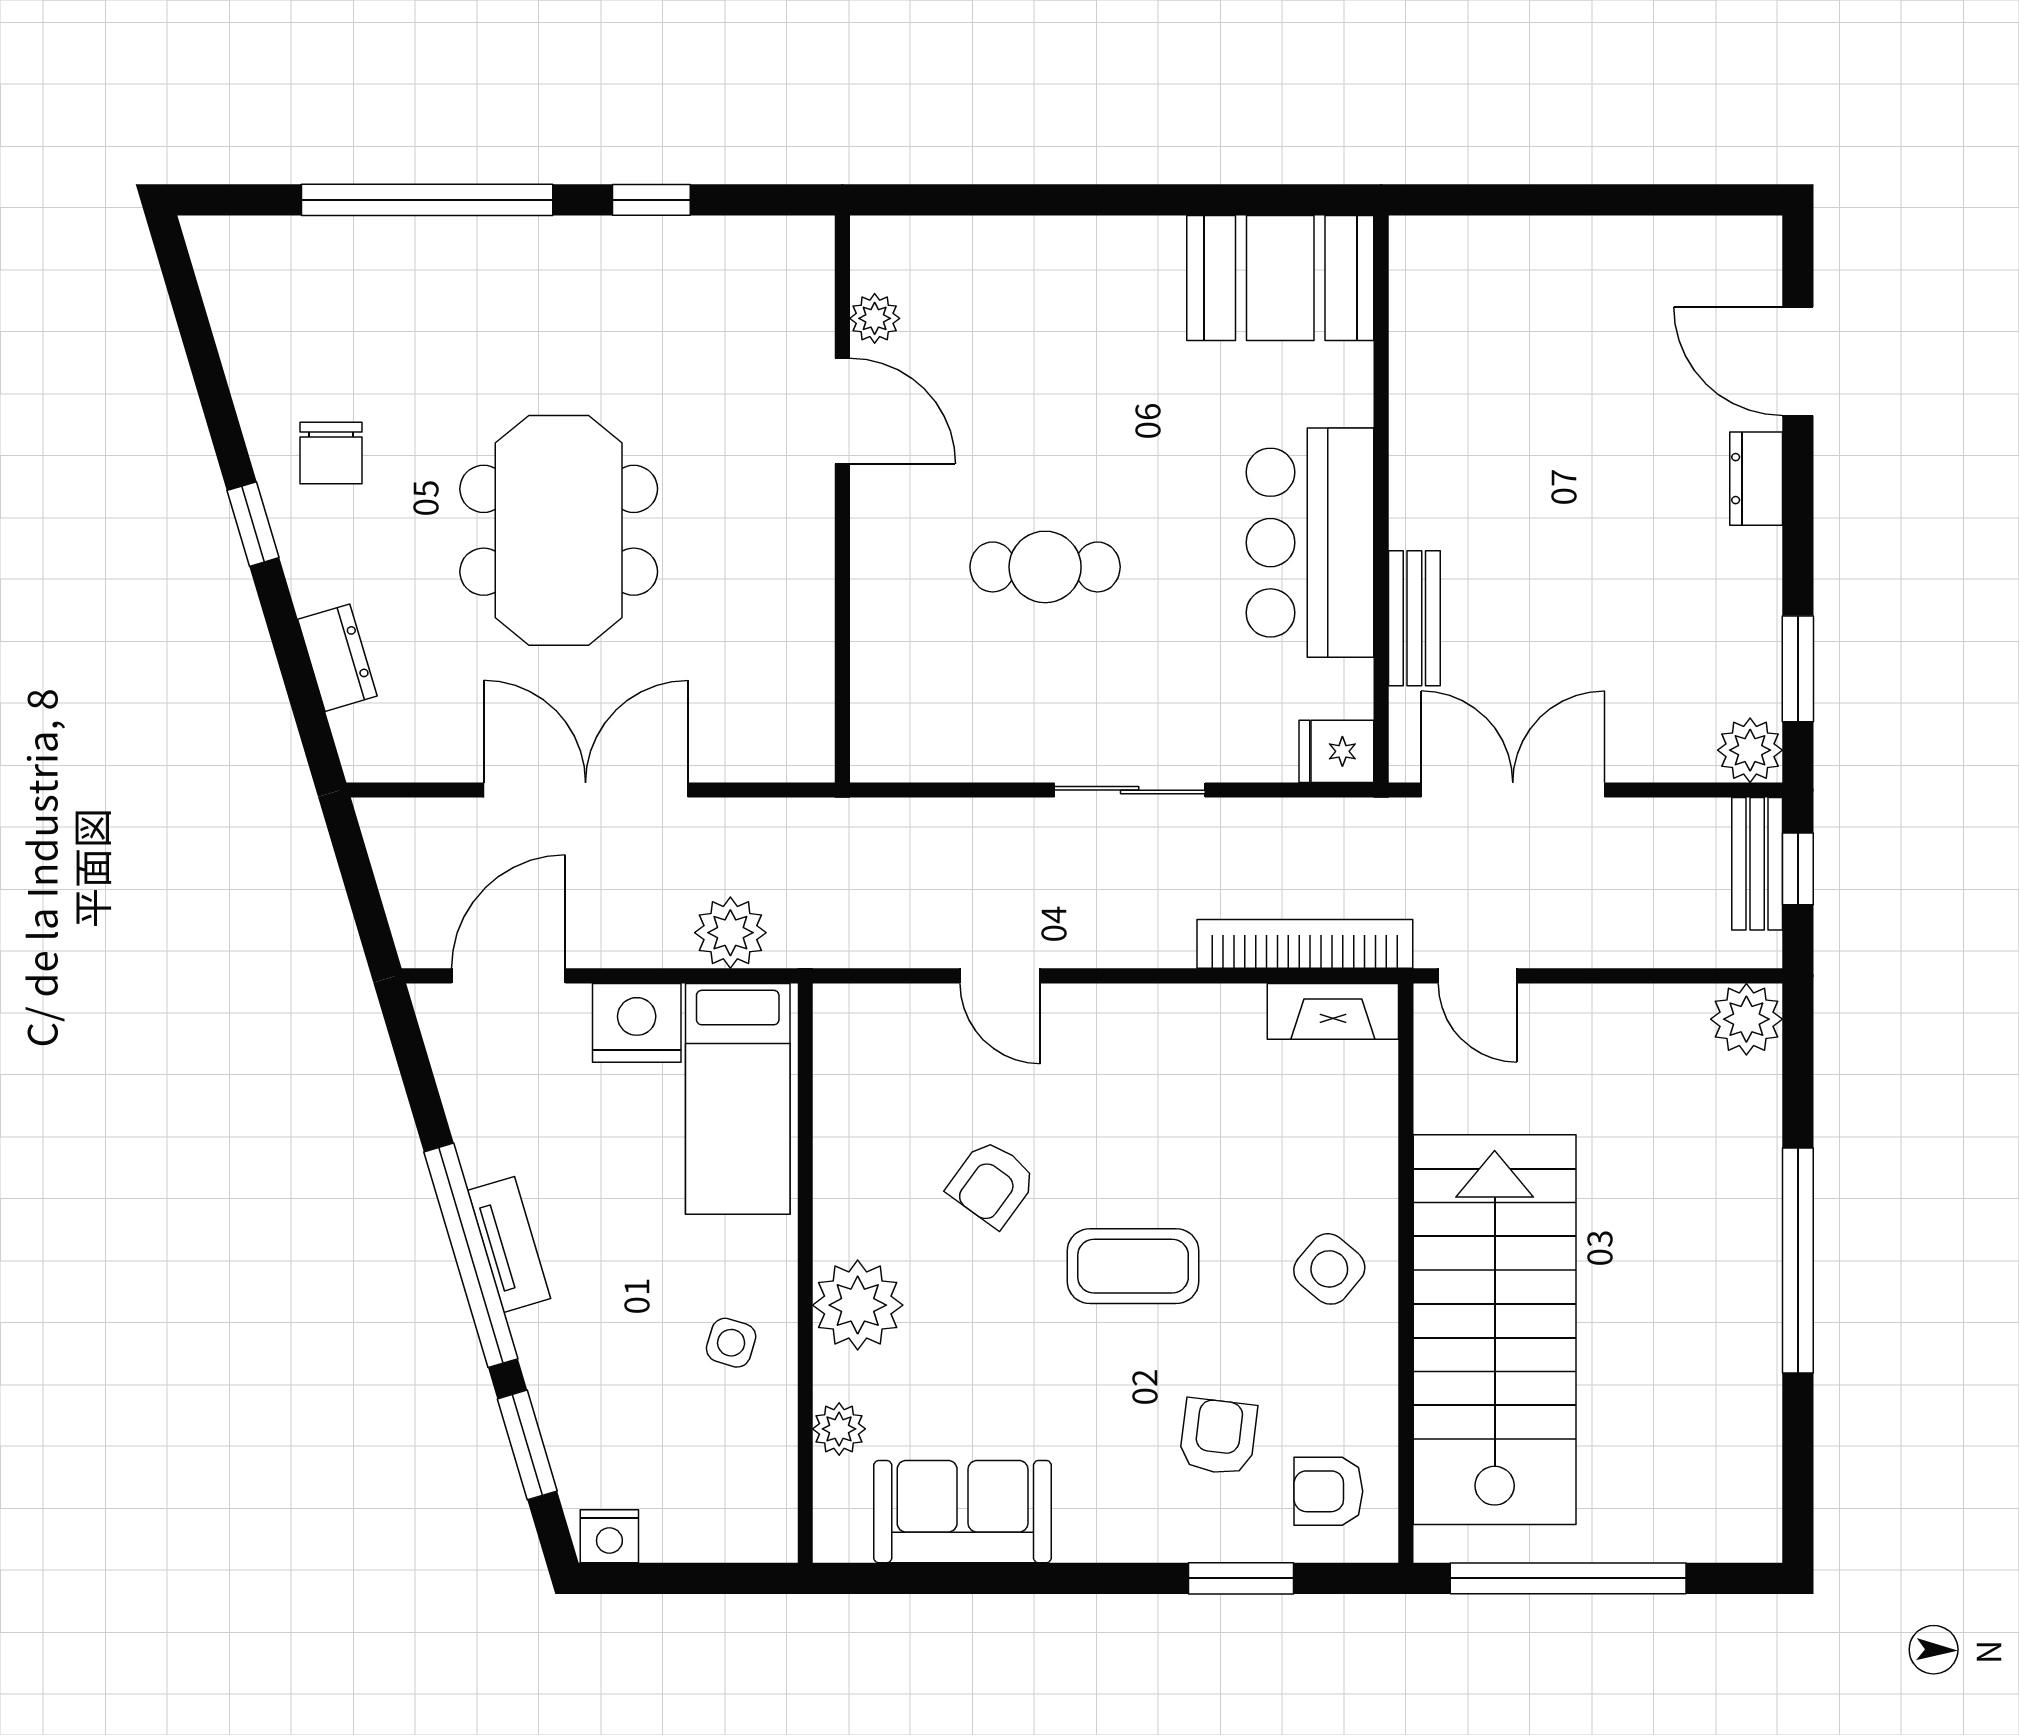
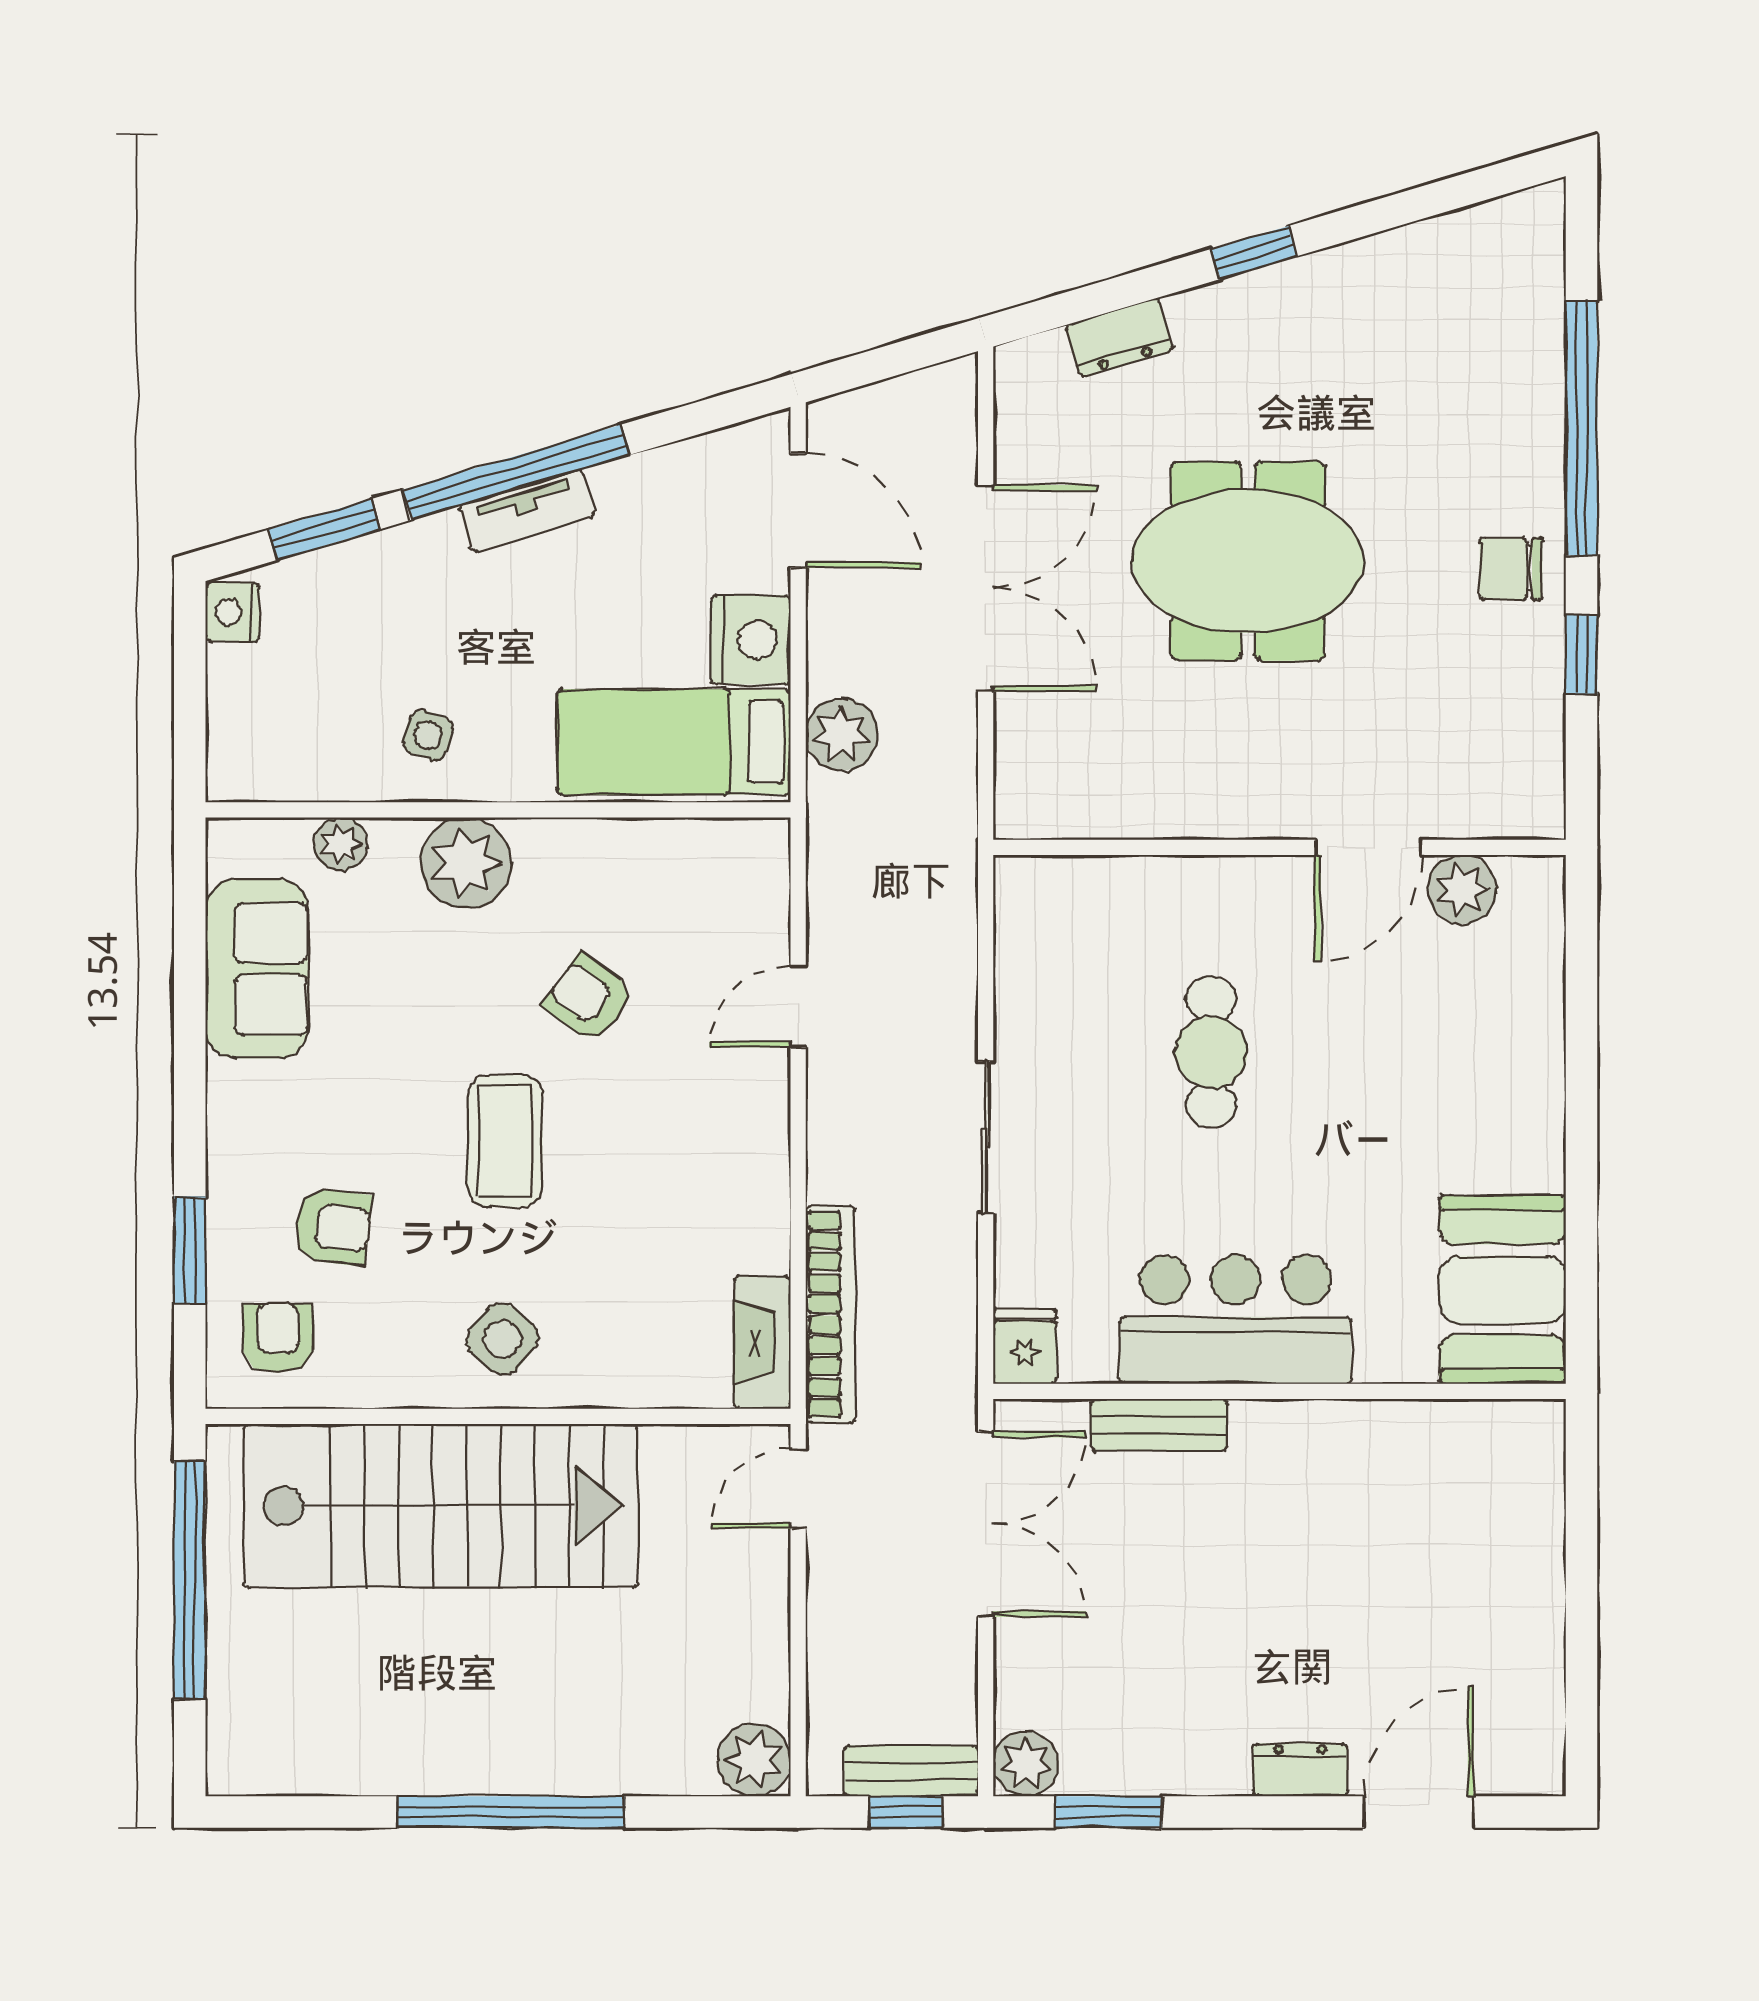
plant: (875, 318) -> (1462, 889), width x1.38, depth x1.38
chair: (331, 453) -> (1511, 569), moved

